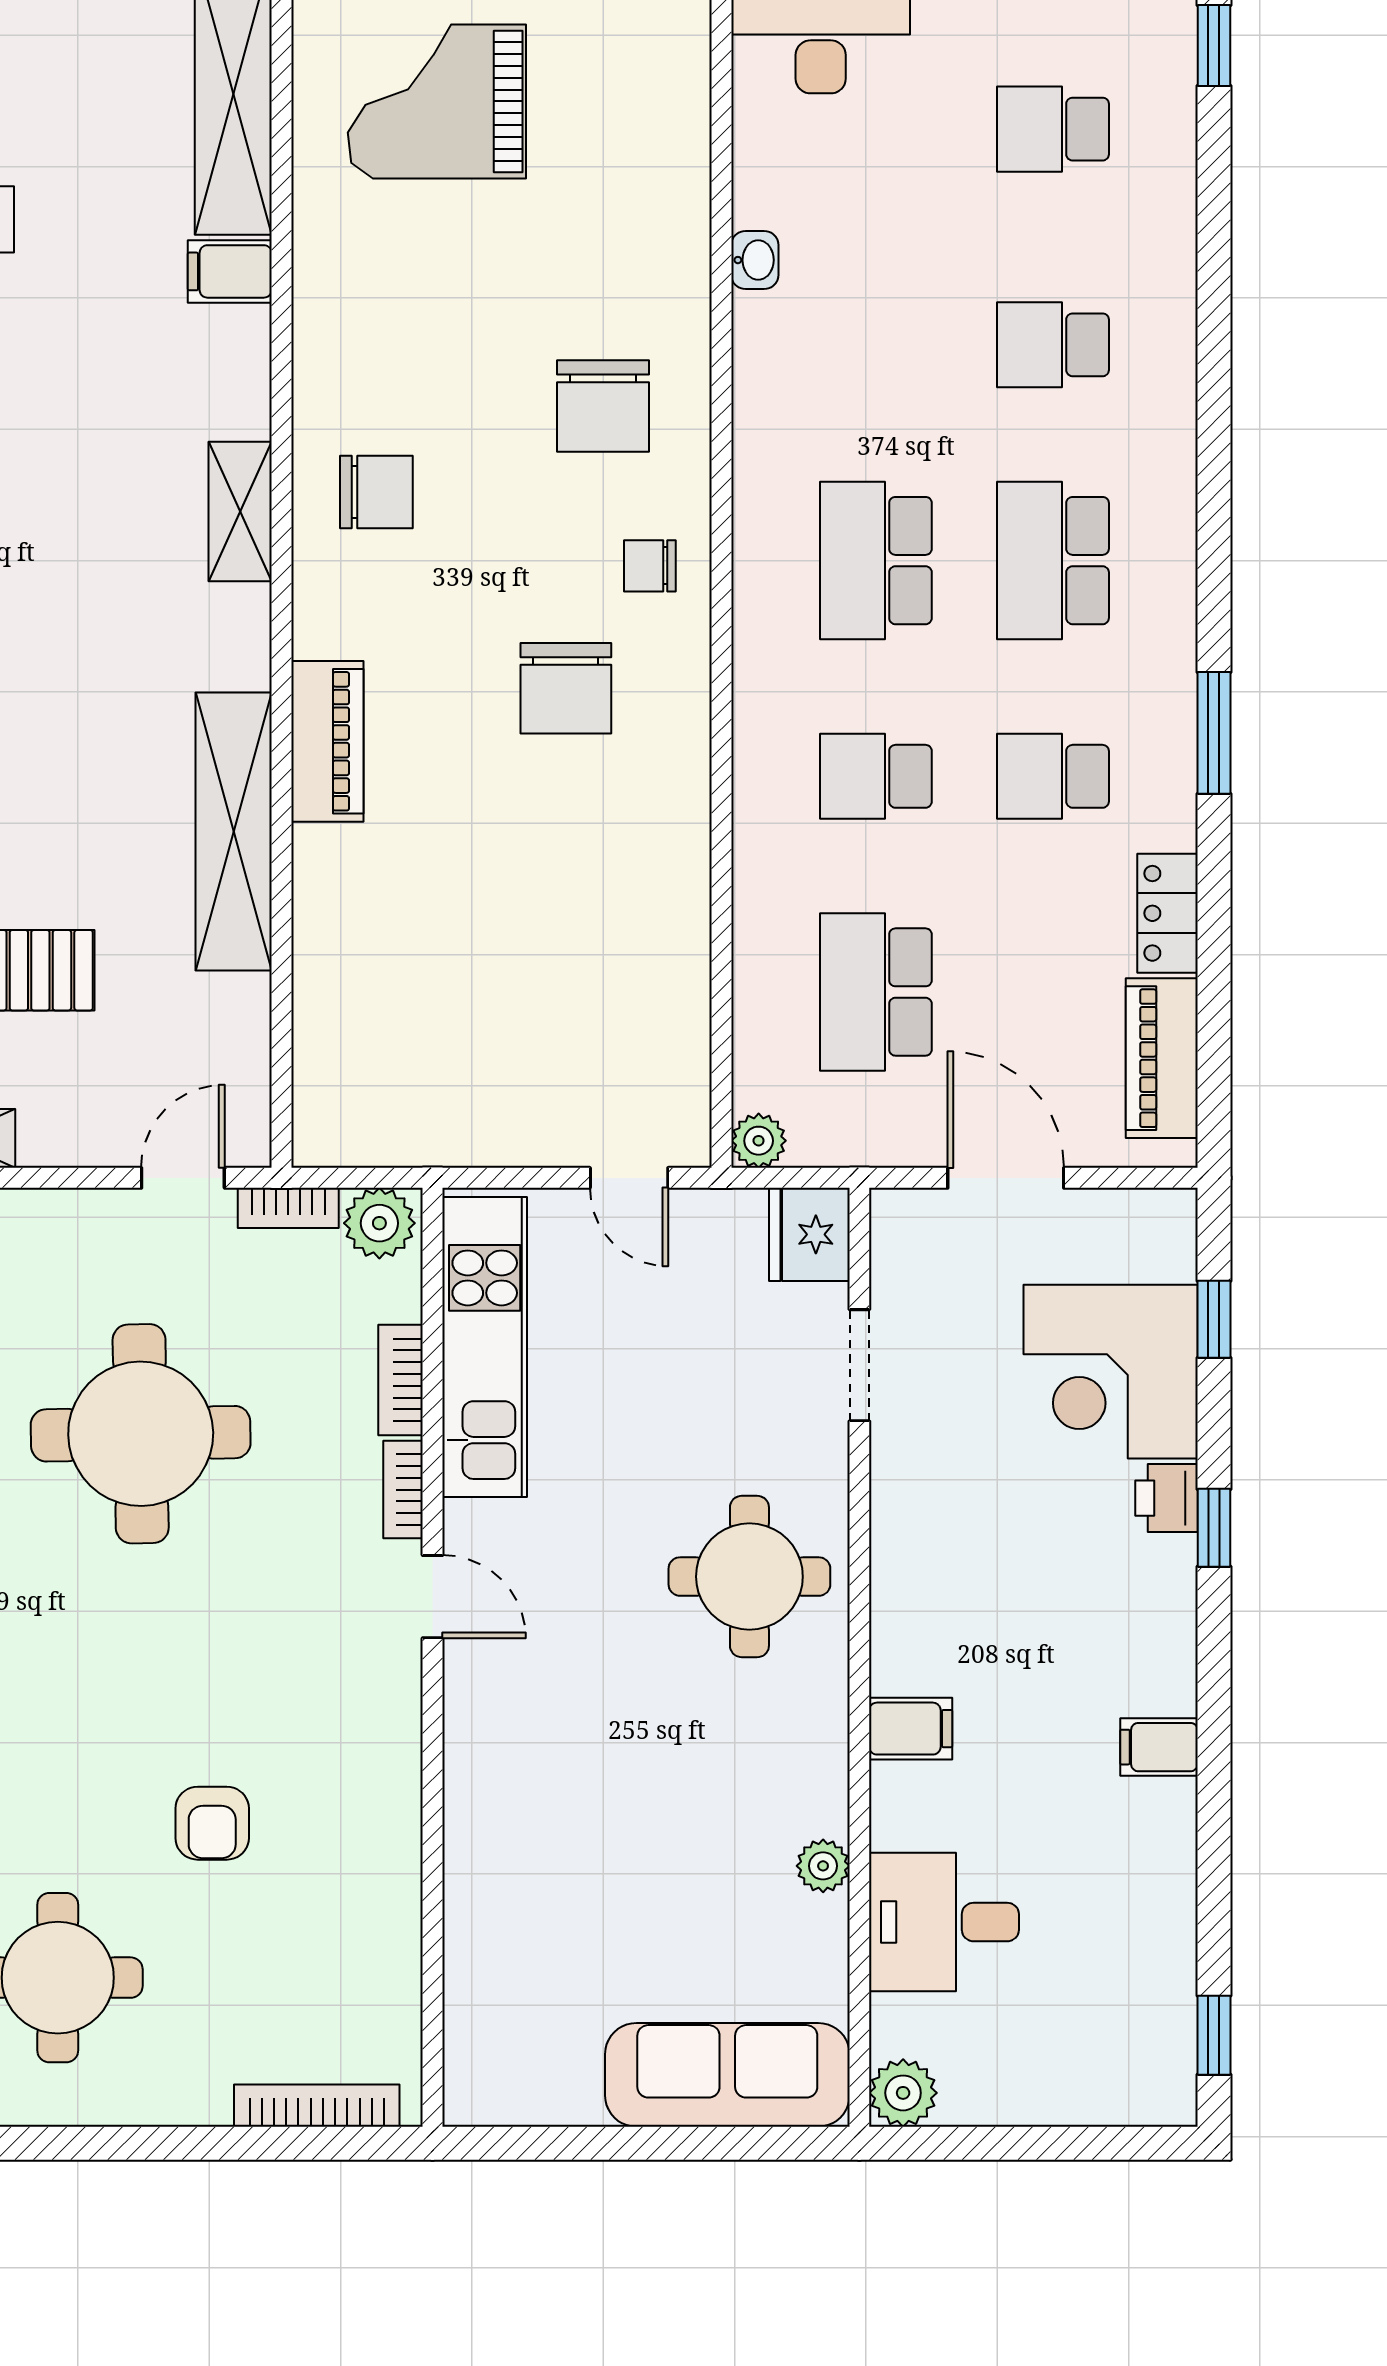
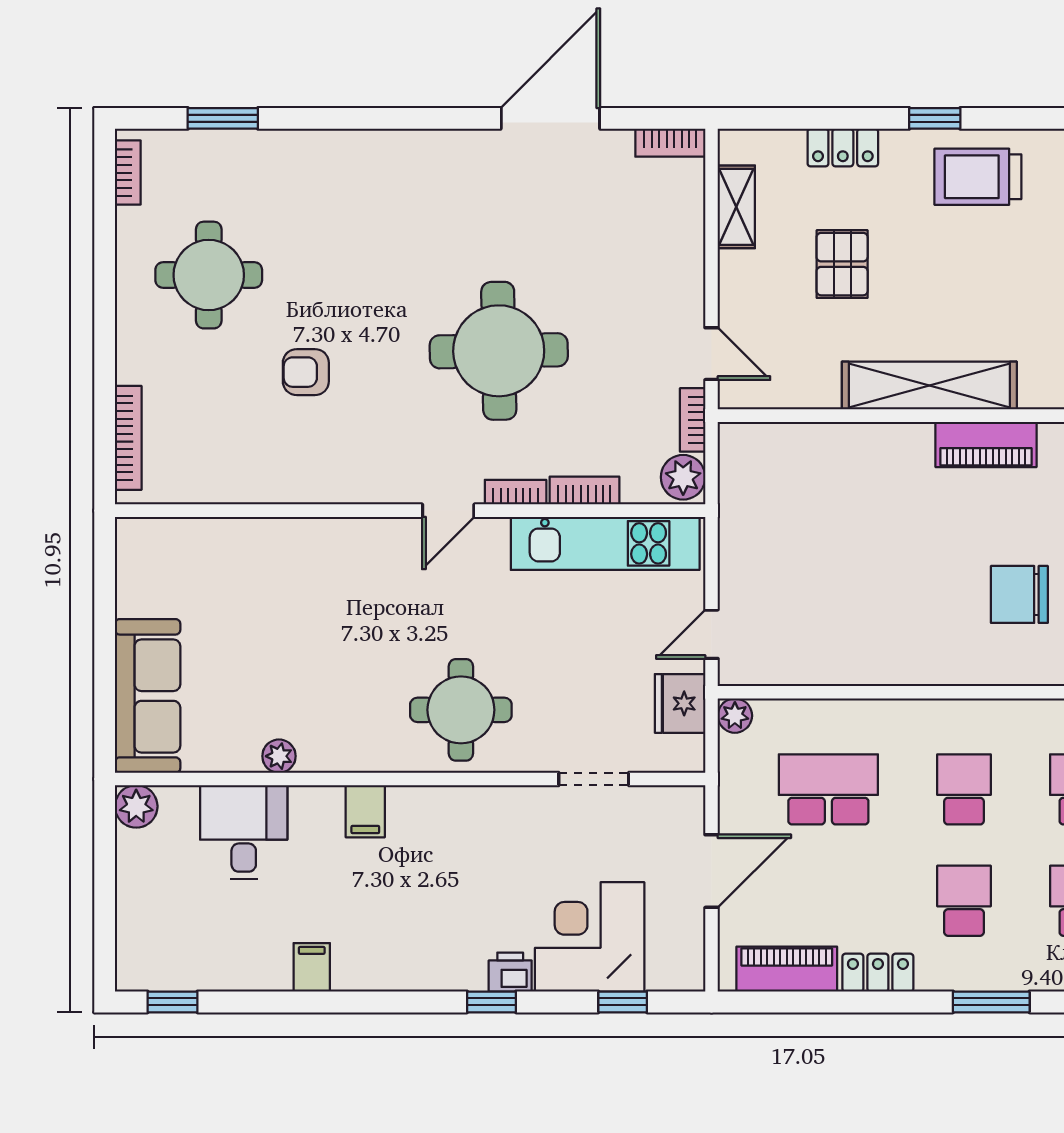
fridge: (809, 1234) -> (680, 703), moved, turned -90
round table: (141, 1434) -> (499, 351), moved
filing cabinet: (1159, 1747) -> (312, 967), moved

